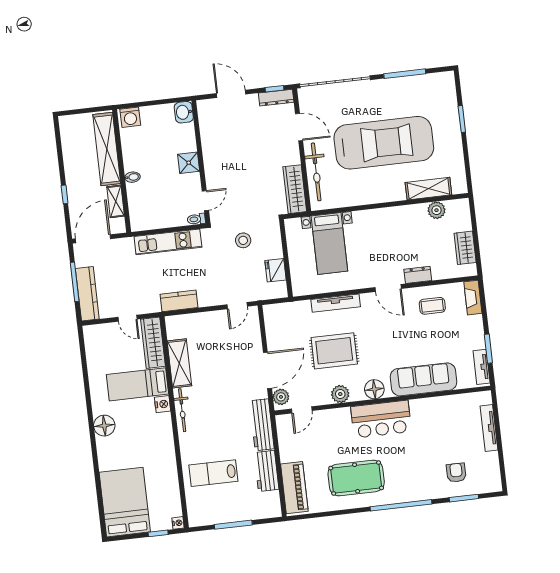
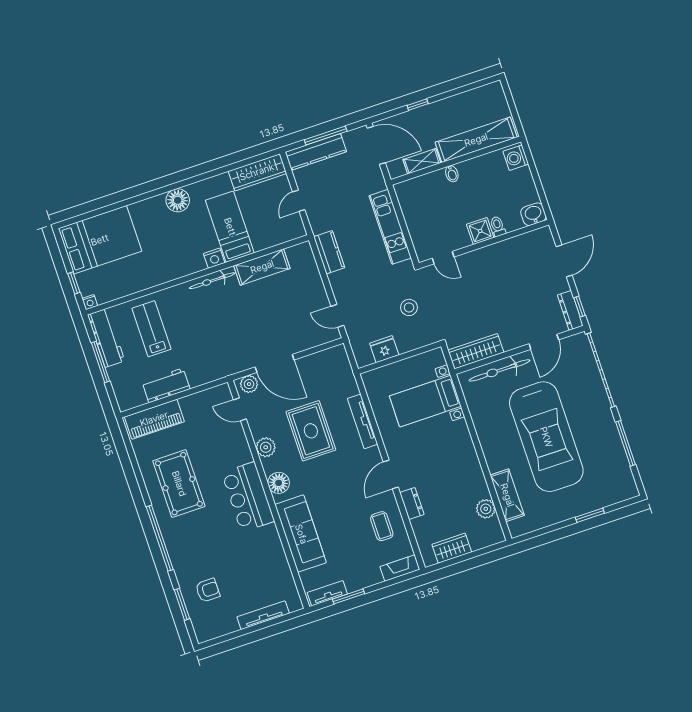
toilet: (196, 219) -> (498, 226), moved
wardrobe: (153, 343) -> (257, 172), moved, turned 180
workbench: (262, 425) -> (106, 338), moved, turned 90

